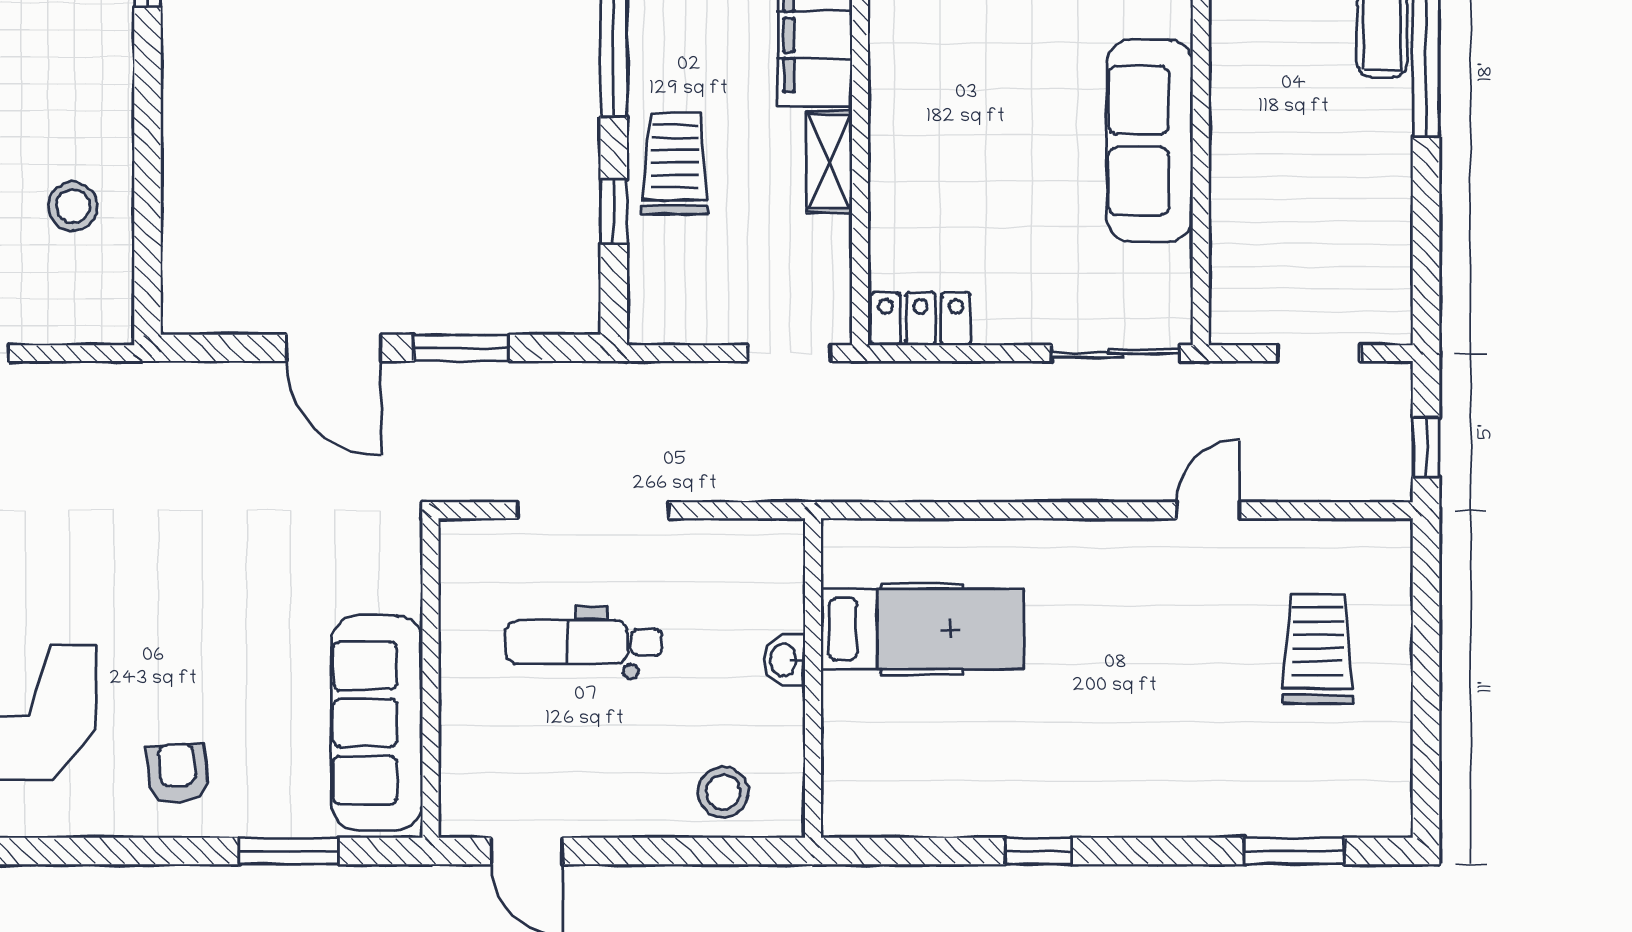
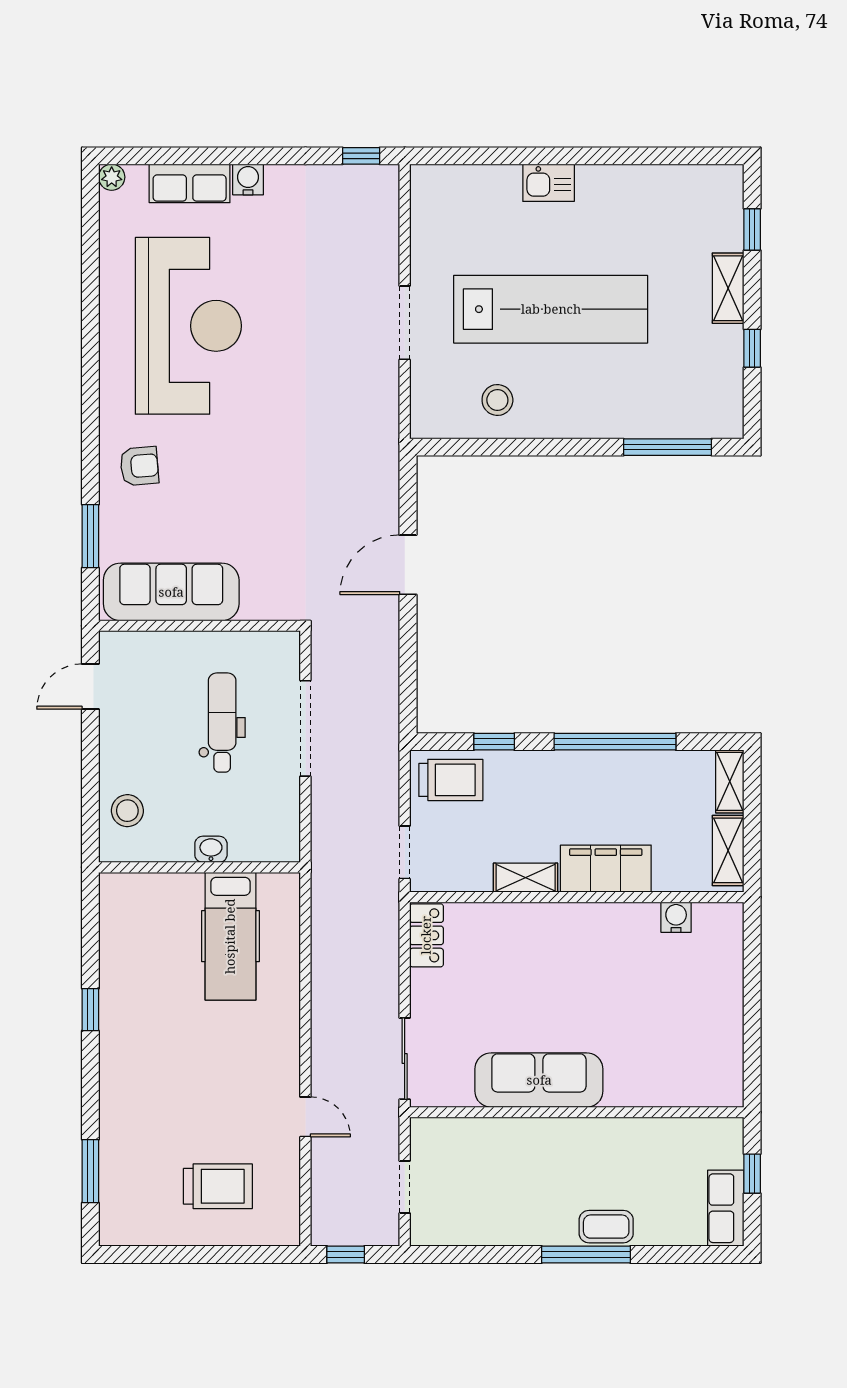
trolley: (675, 163) -> (451, 780), moved
window: (461, 348) -> (408, 645), removed

